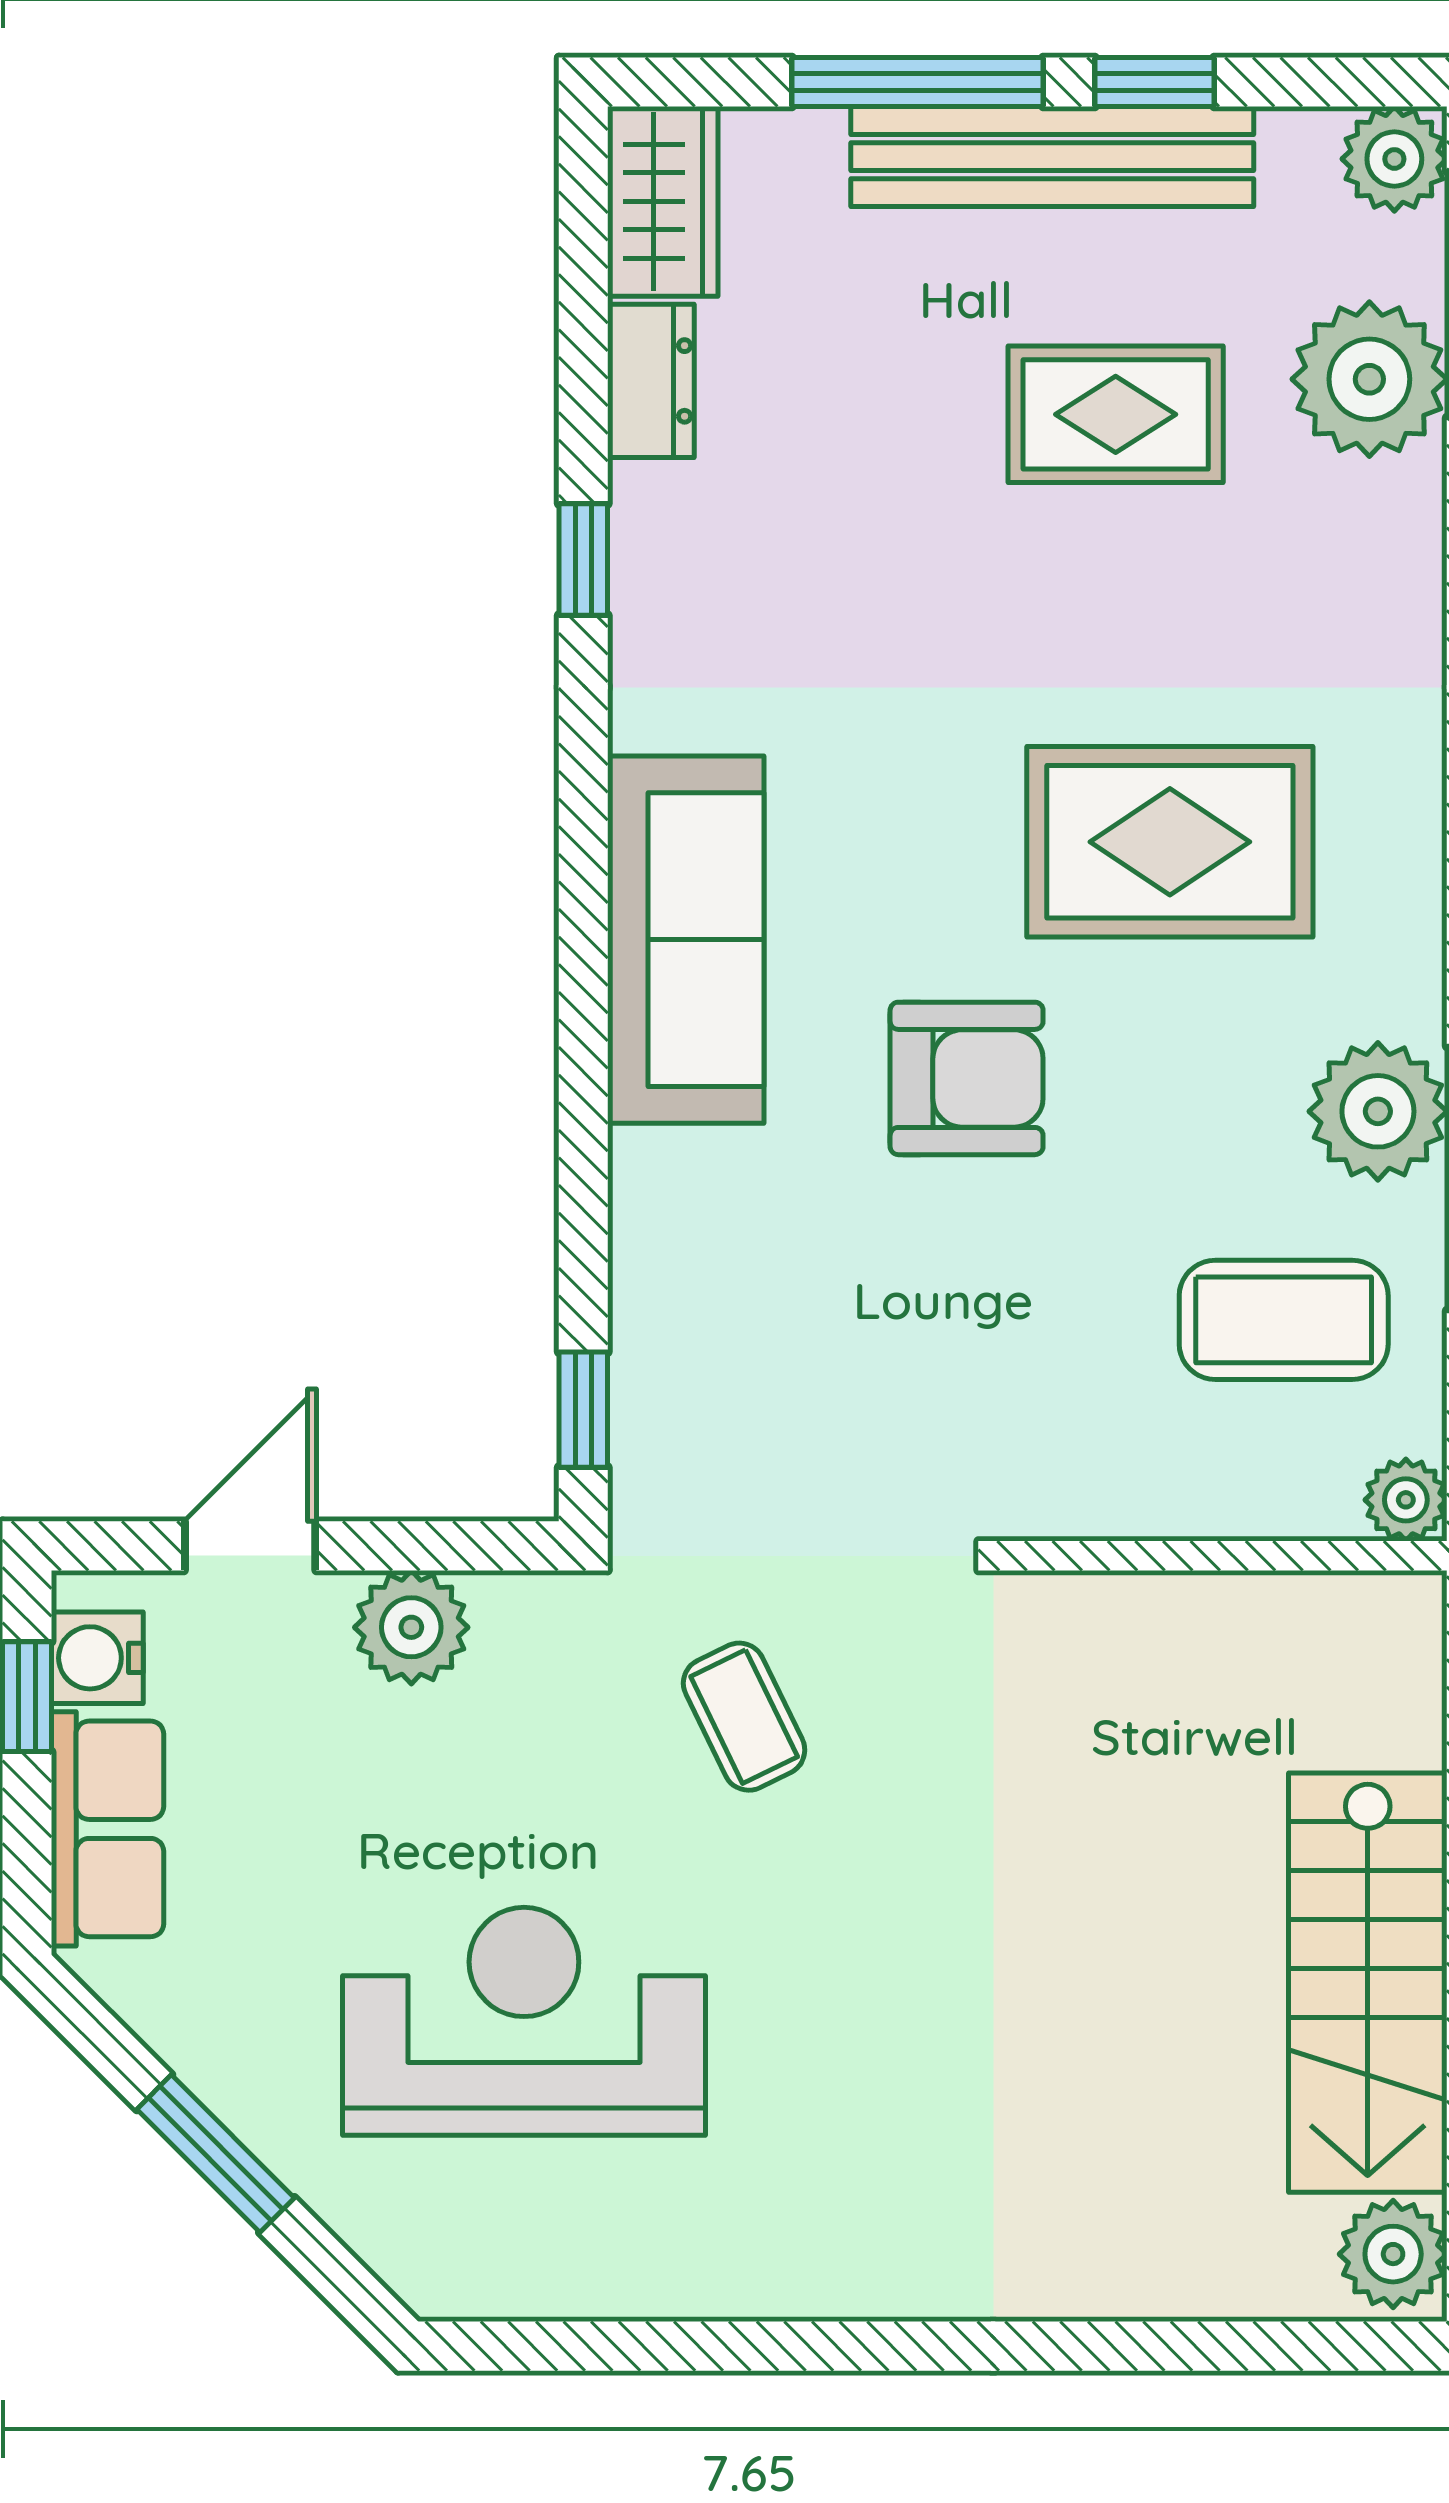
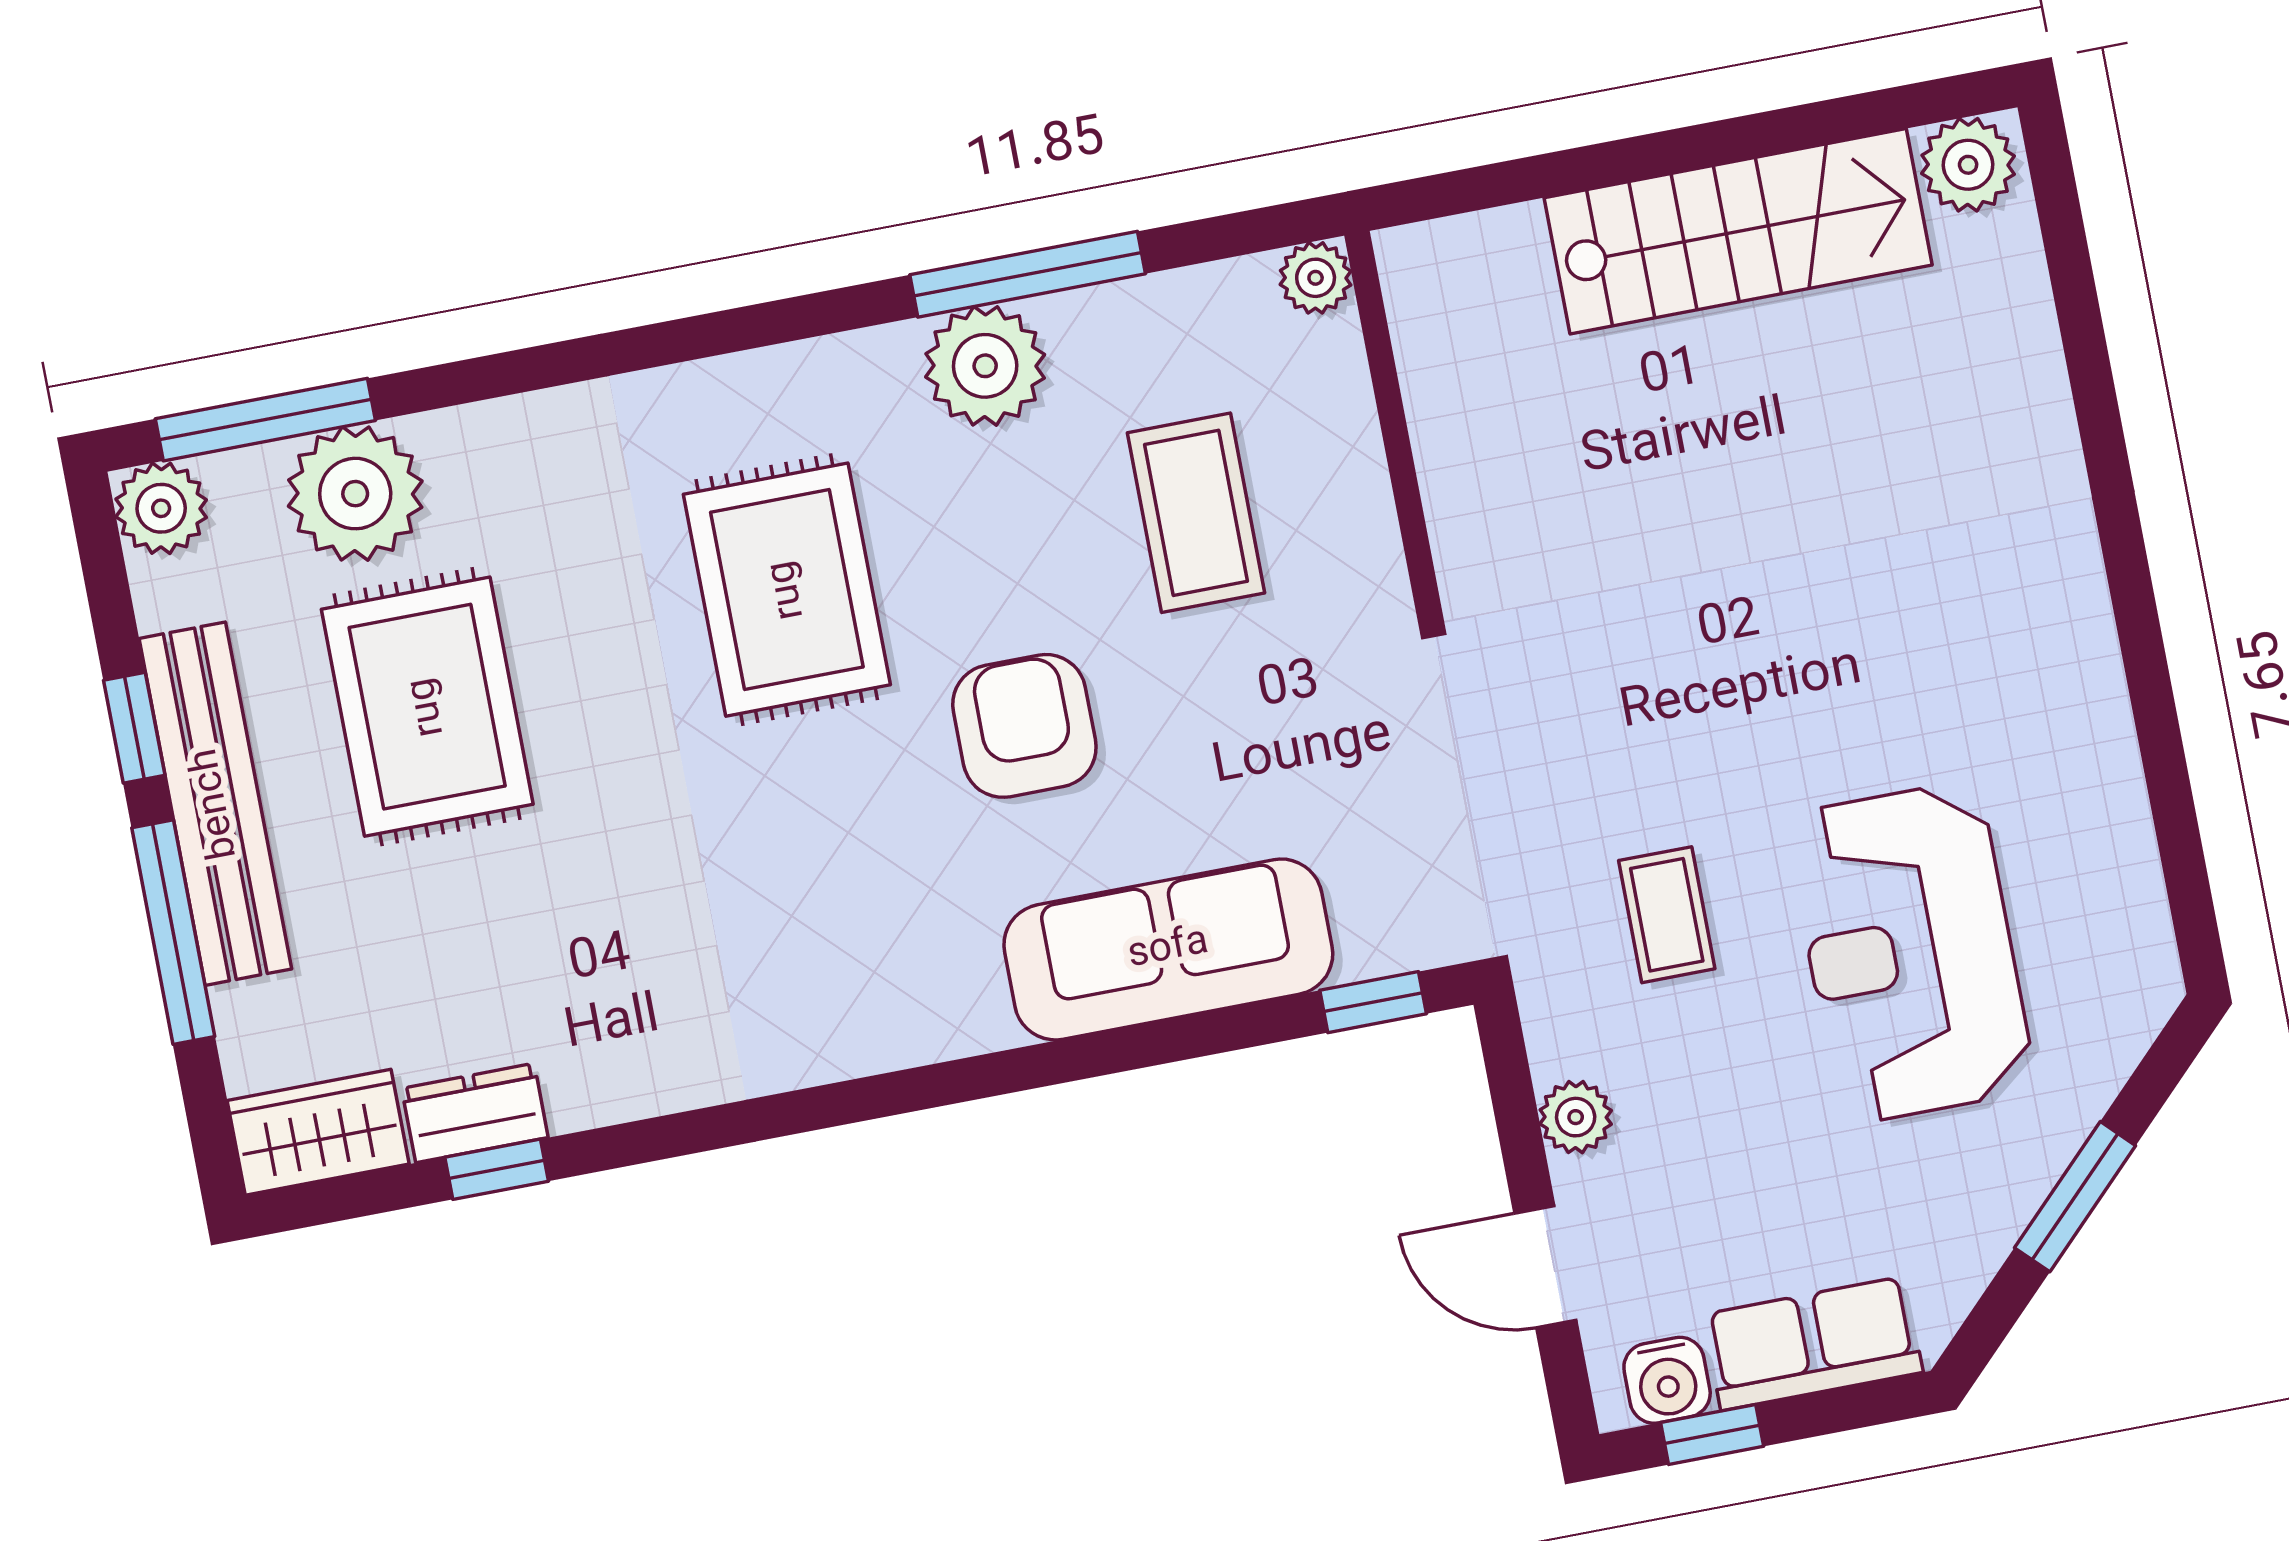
rug: (1116, 414) -> (427, 707), width x1.36, depth x1.43
window: (583, 559) -> (497, 1169), moved
sofa: (686, 940) -> (1168, 949), moved
coffee table: (1284, 1320) -> (1196, 513), moved
plant: (411, 1627) -> (1576, 1117), width x0.73, depth x0.73
coffee table: (744, 1717) -> (1667, 915), moved, turned -64

